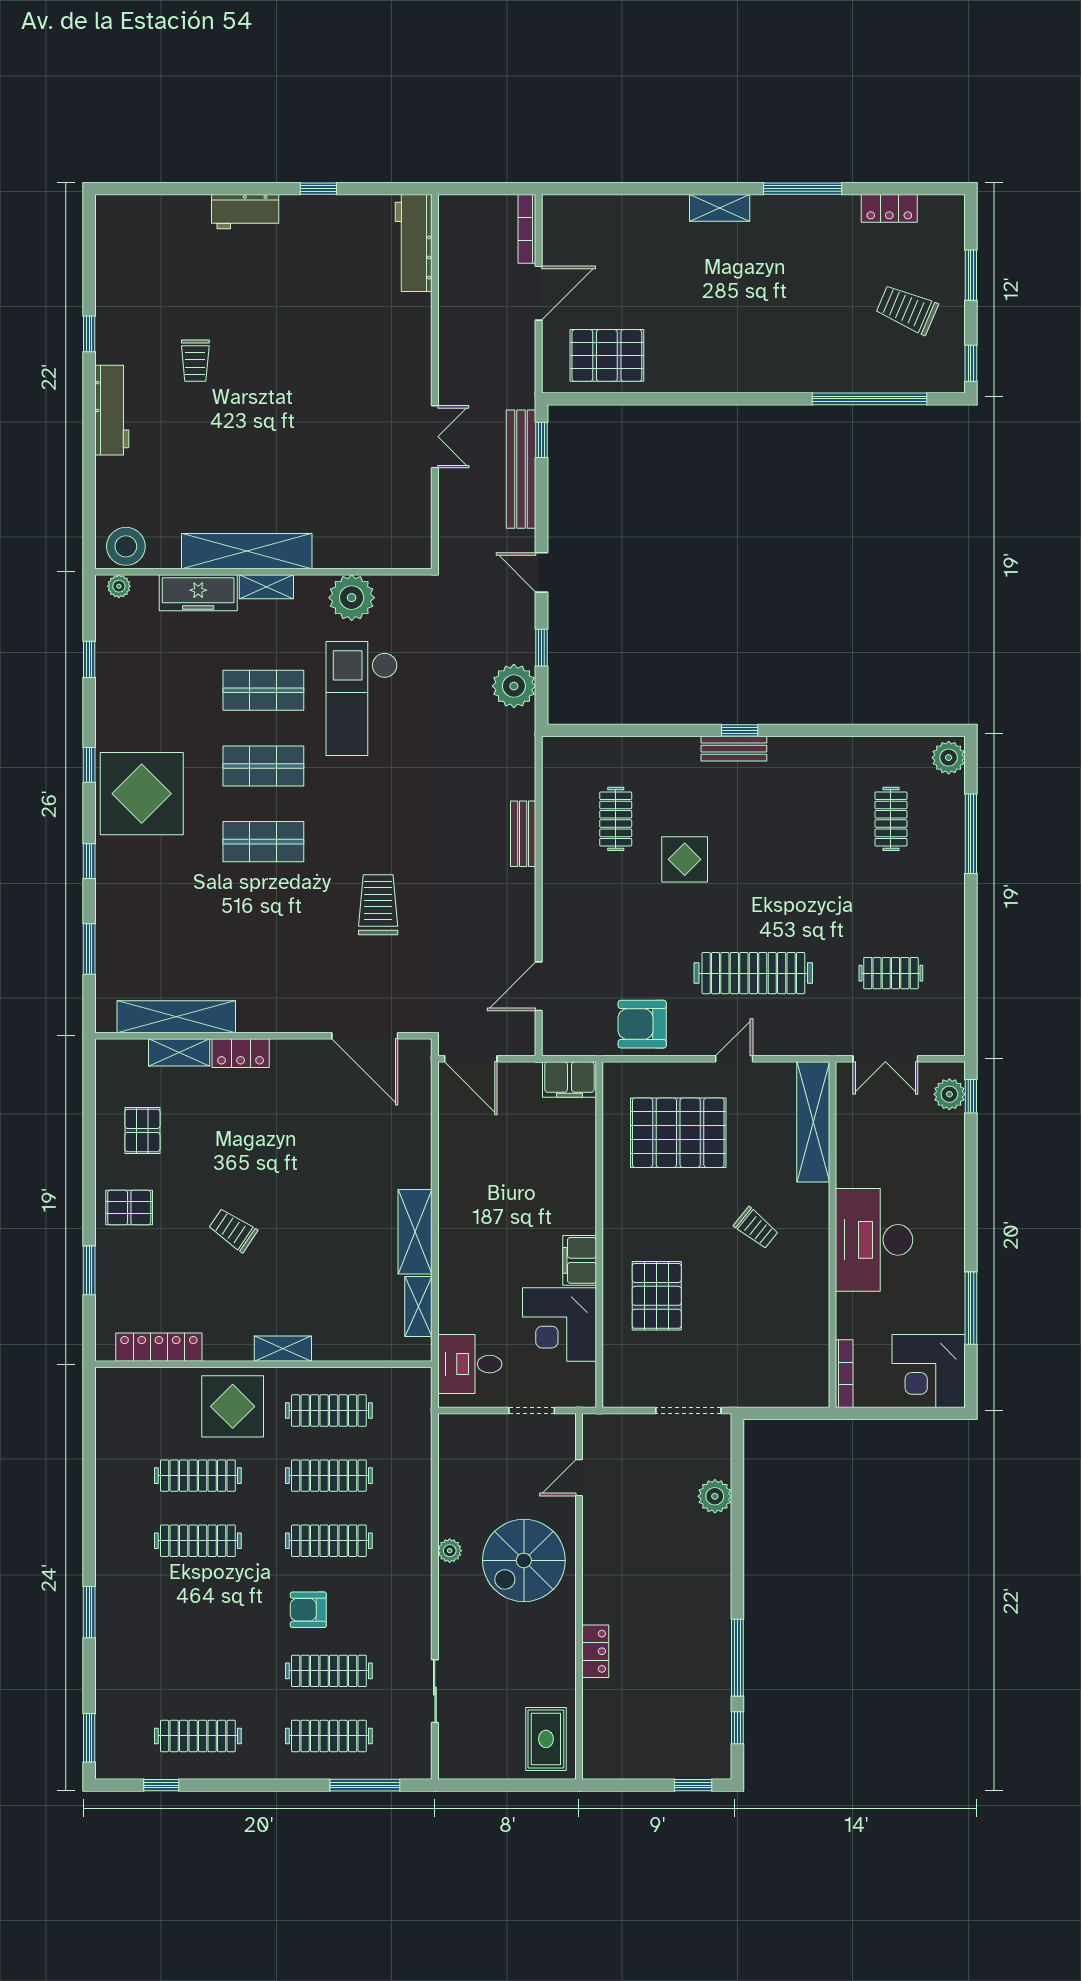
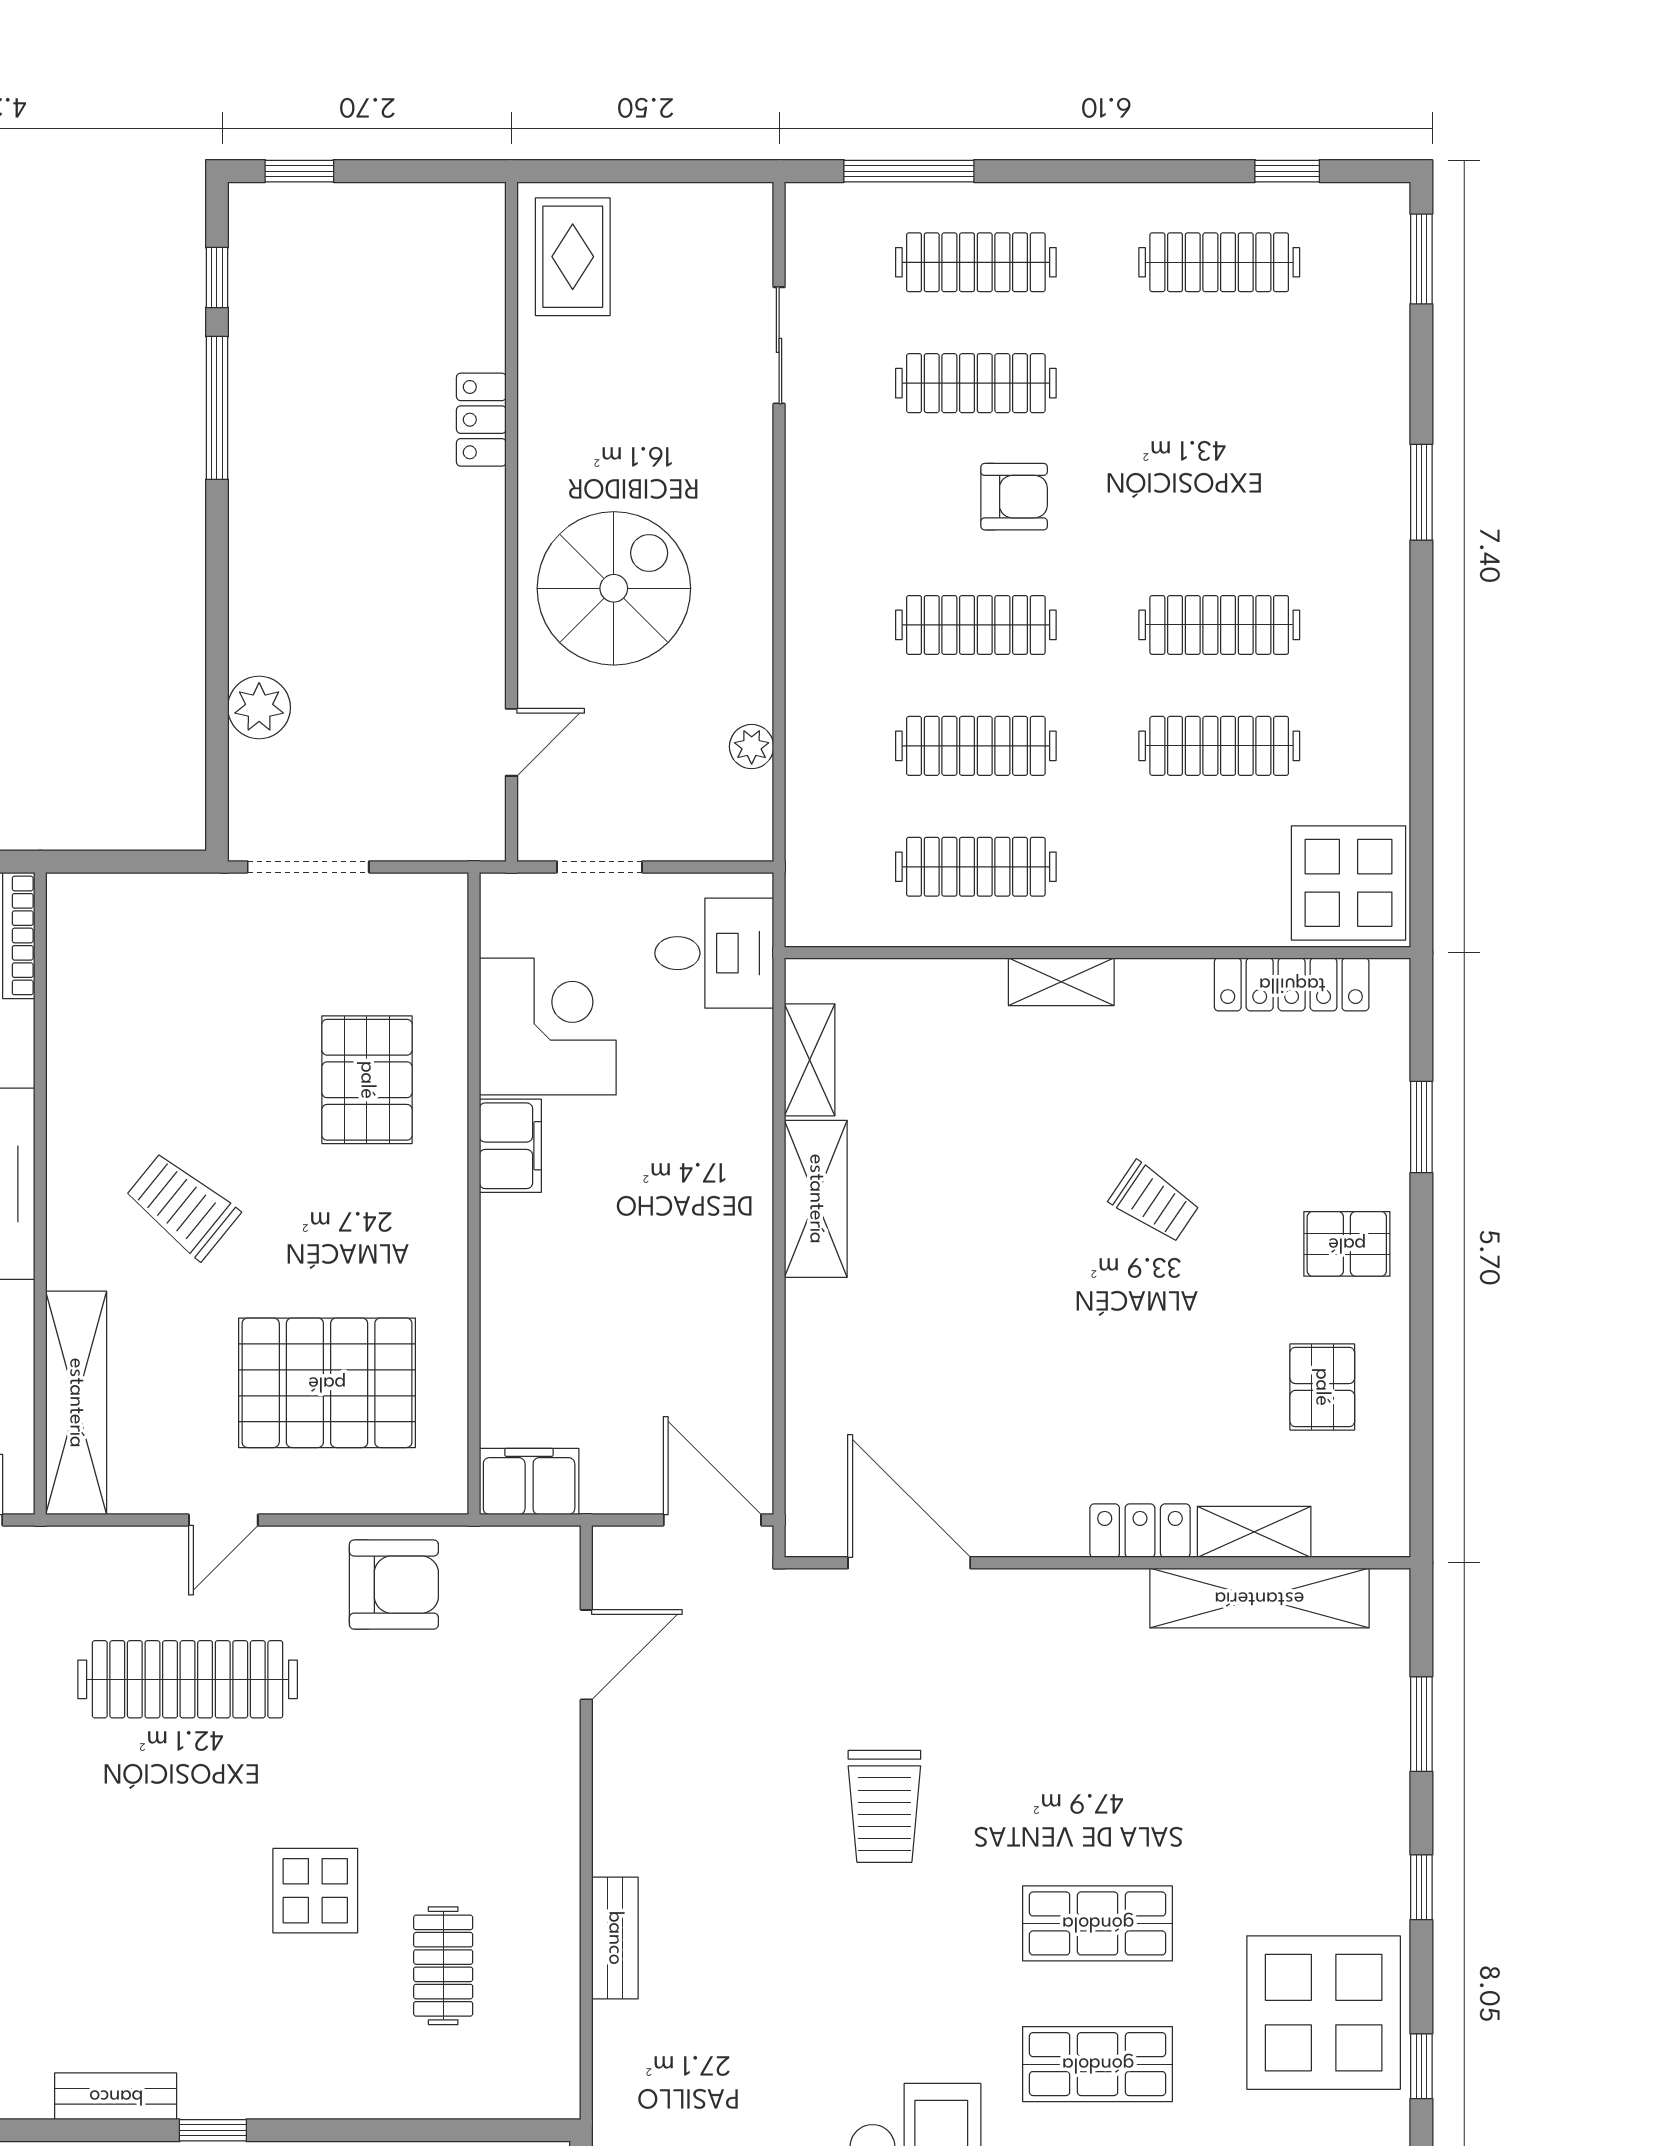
bench: (734, 749) -> (116, 2096), moved
trolley: (756, 1228) -> (182, 1206), width x1.36, depth x1.39
display table: (233, 1406) -> (1349, 883), moved
plant: (450, 1551) -> (752, 747), moved

